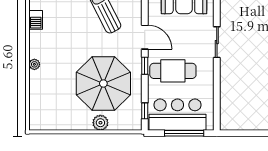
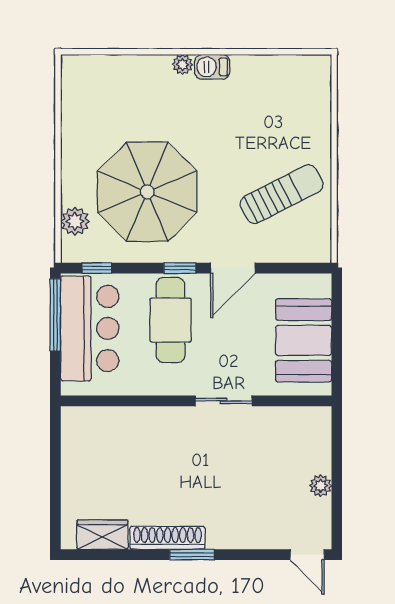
barbecue: (36, 20) -> (212, 67), moved
plant: (100, 123) -> (75, 221), moved
window: (184, 133) -> (55, 315), moved

